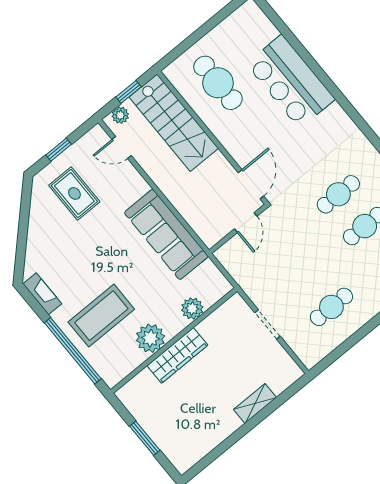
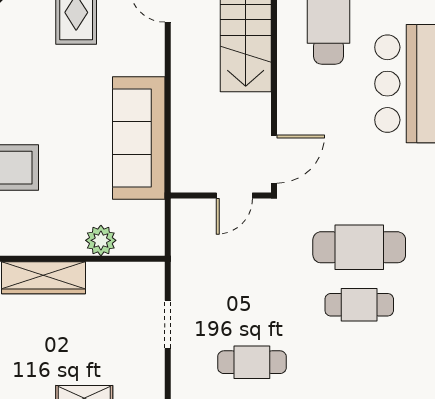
cafe table: (338, 194) -> (359, 247), width x1.37, depth x1.35
plant: (150, 338) -> (30, 235), removed

